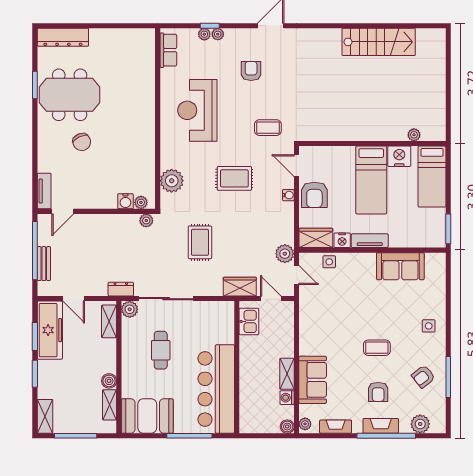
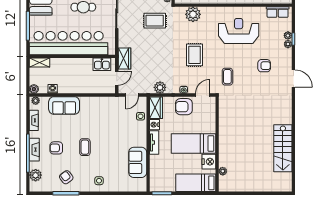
rug: (200, 242) -> (155, 21), moved
plant: (285, 254) -> (160, 87), moved
shelving: (287, 374) -> (40, 62), moved
bar counter: (216, 389) -> (69, 43), width x1.36

